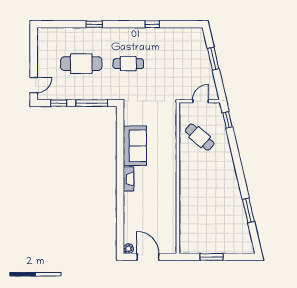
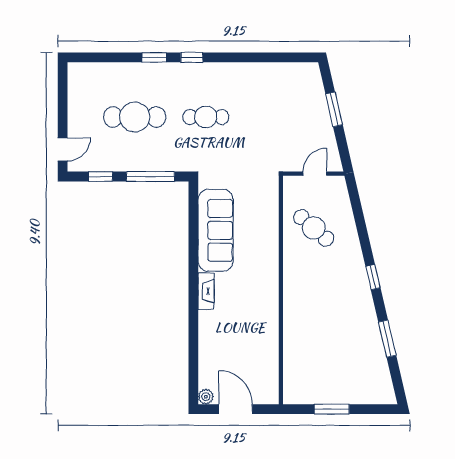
window: (152, 24) -> (192, 57), moved
window: (227, 120) -> (373, 277), moved
sofa: (135, 146) -> (216, 230), width x1.36

